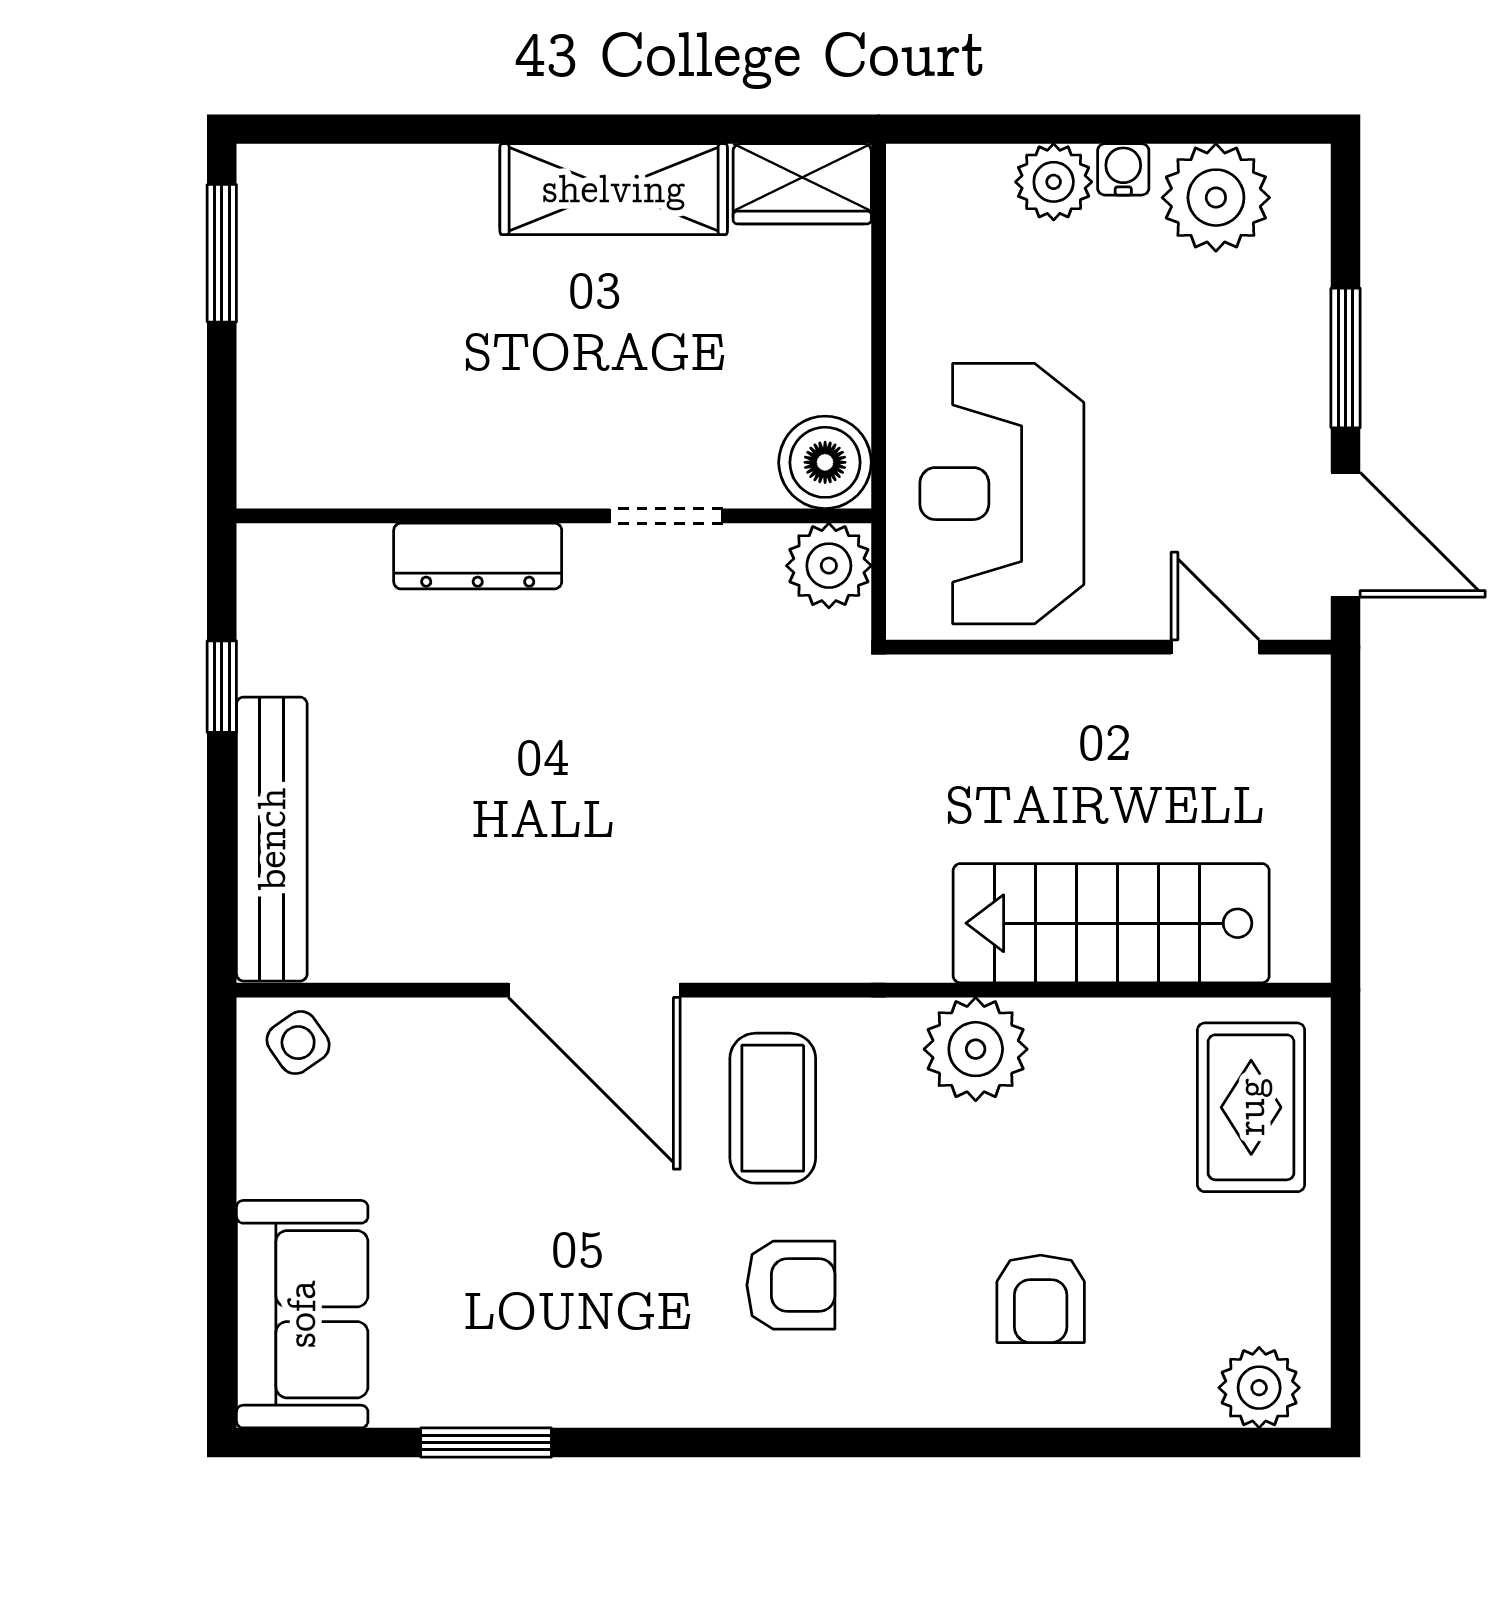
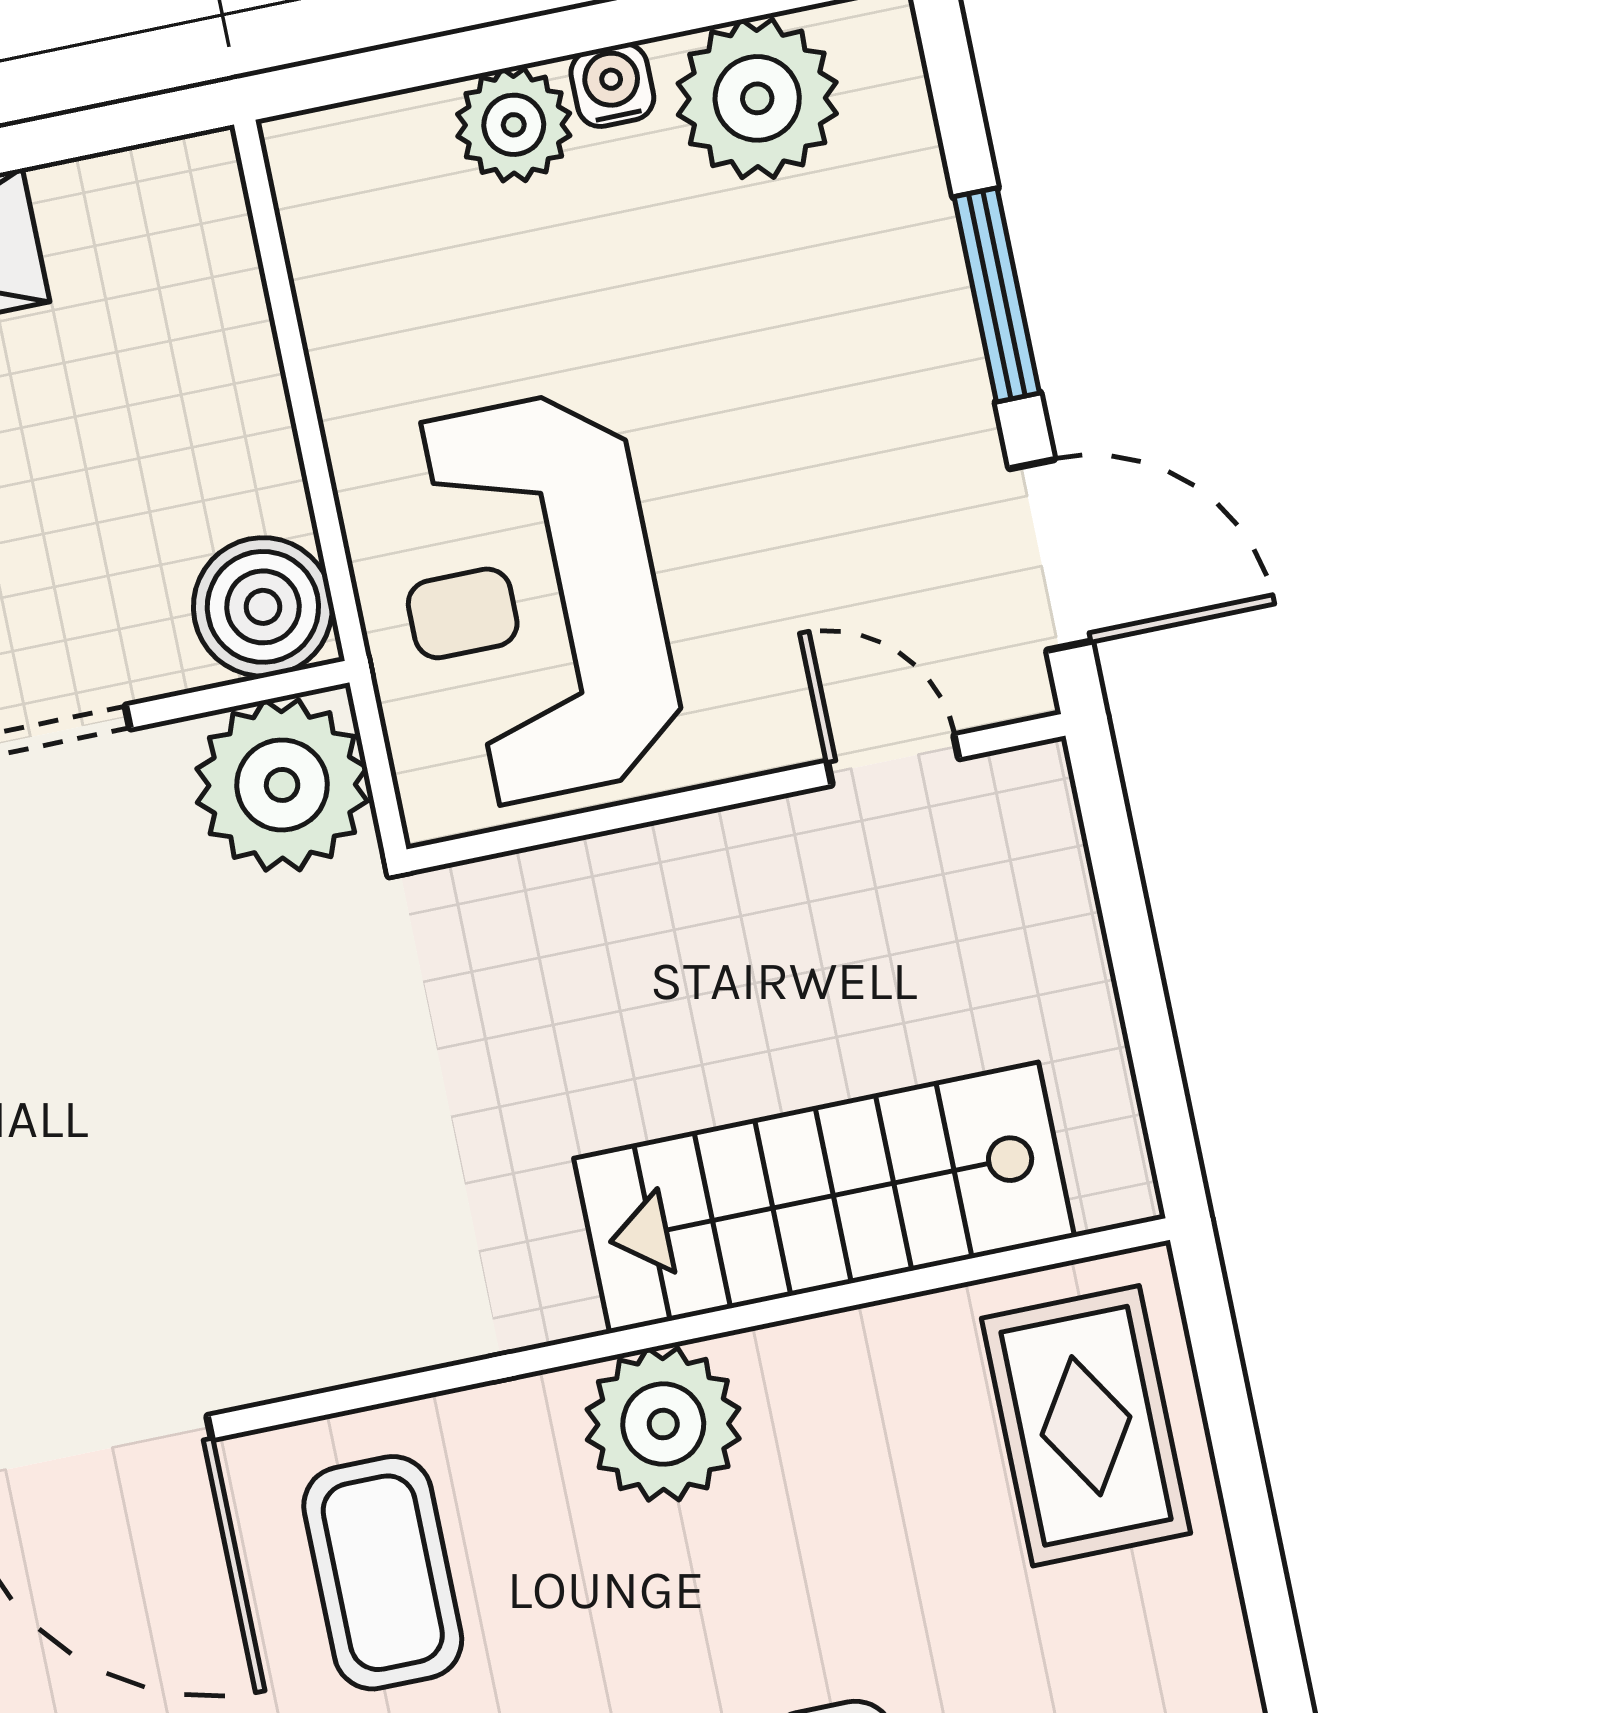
wardrobe: (802, 184) -> (145, 204), removed
plant: (829, 566) -> (282, 785), width x1.36, depth x1.36

